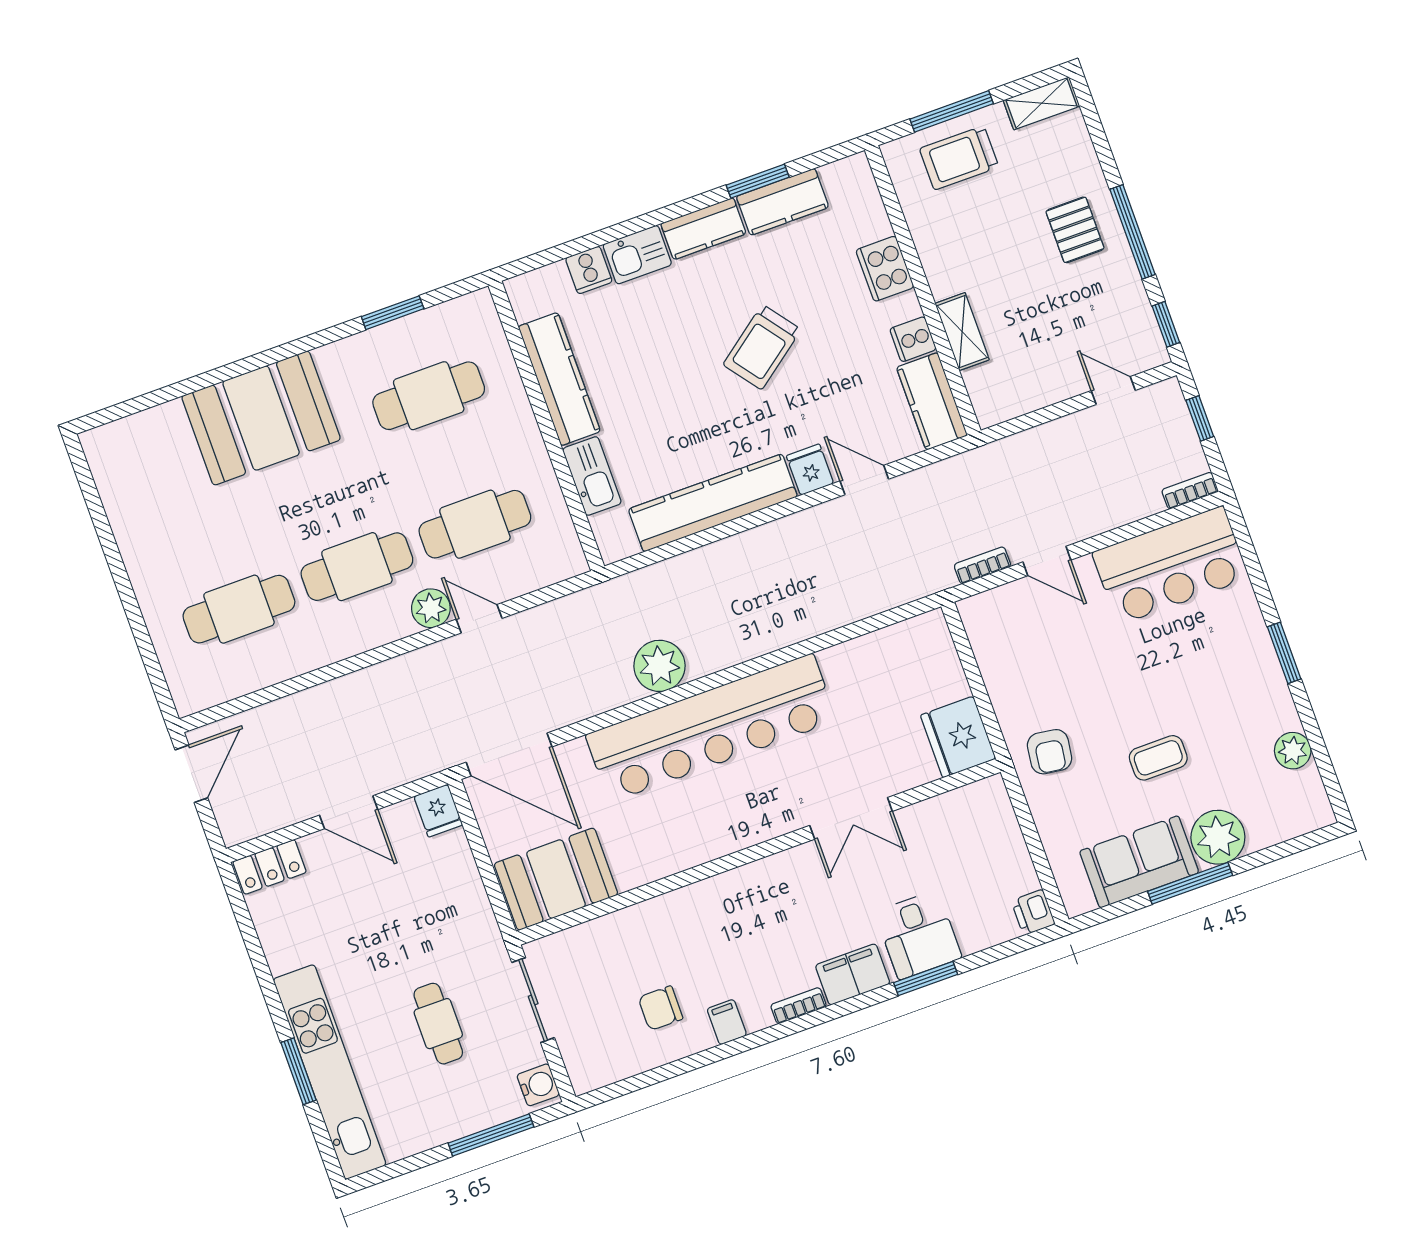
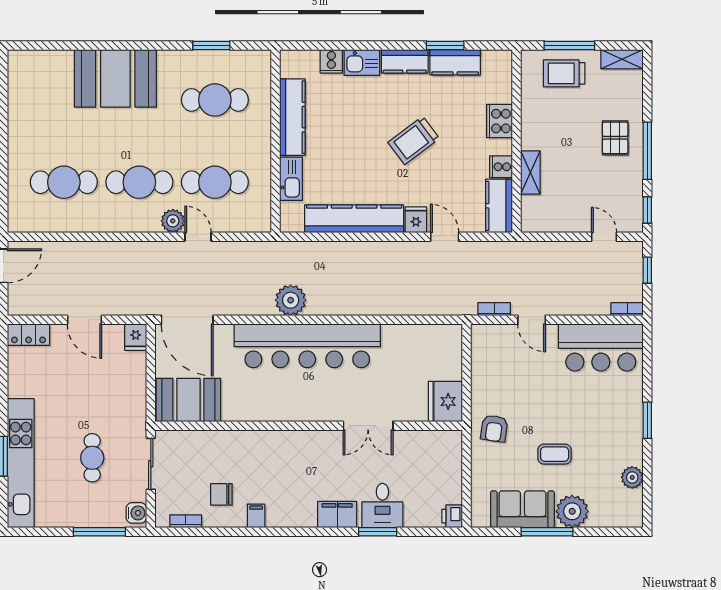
bookcase: (798, 1006) -> (186, 521), moved

